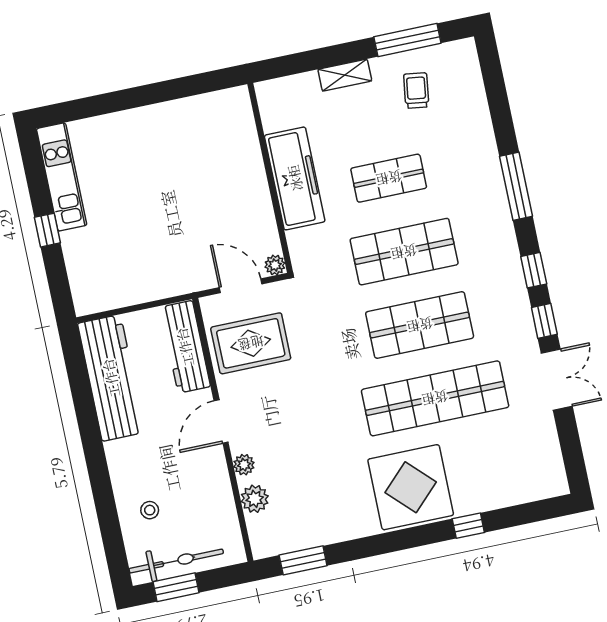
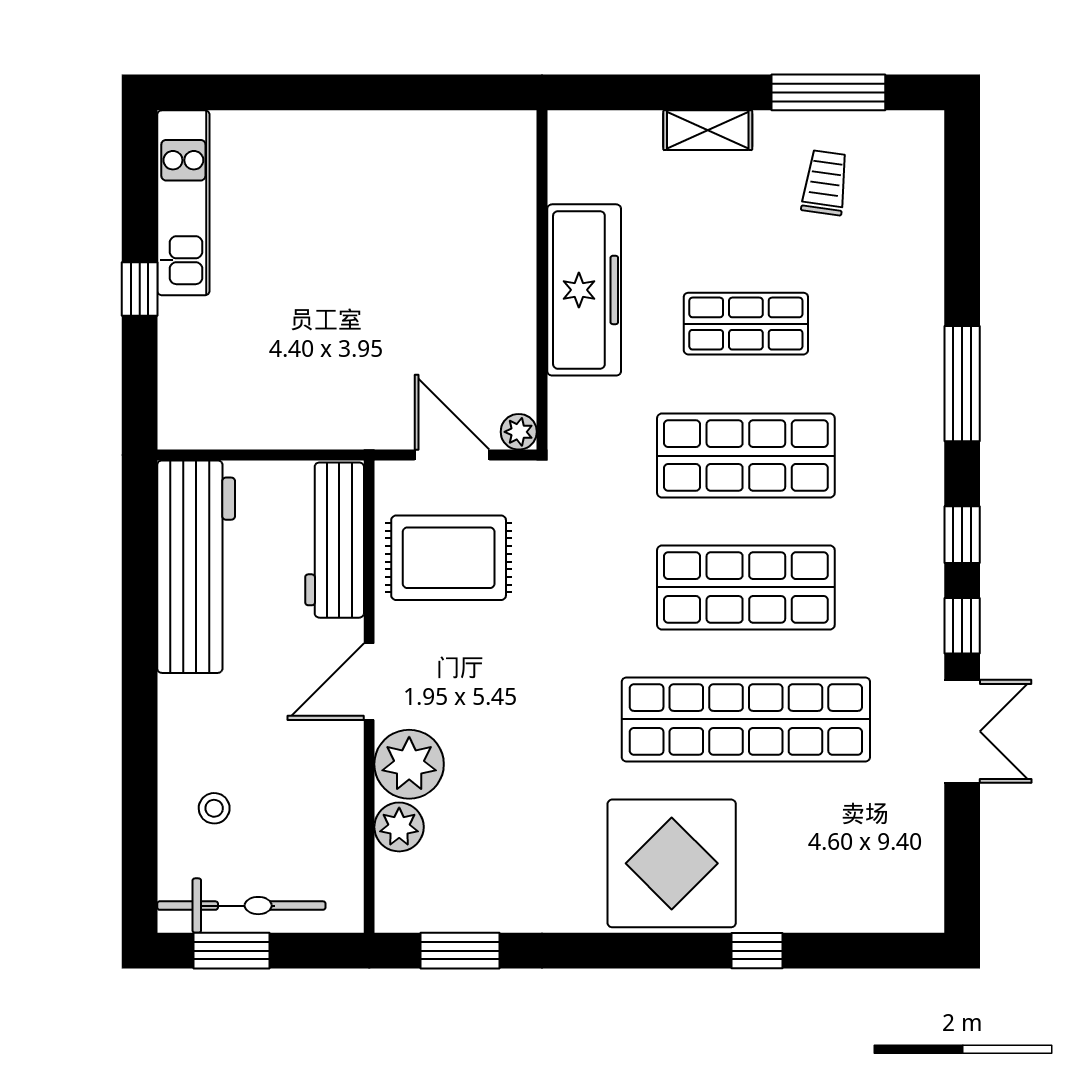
plant: (244, 465) -> (409, 764), width x1.88, depth x1.88

